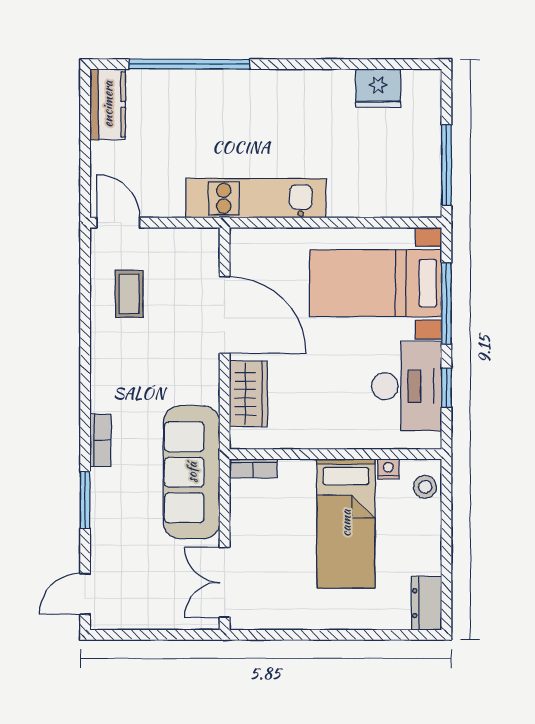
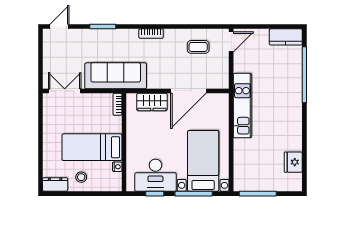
bookcase: (100, 440) -> (151, 34), moved
stool: (425, 487) -> (81, 177), moved
door: (85, 594) -> (59, 27), hinge flipped

